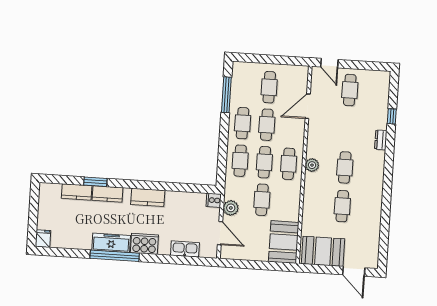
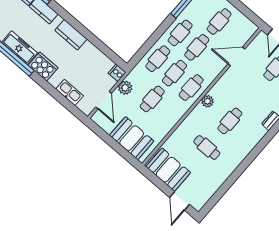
cafe table: (342, 206) -> (207, 147), turned 90
booth: (284, 242) -> (132, 138), moved, turned 90

